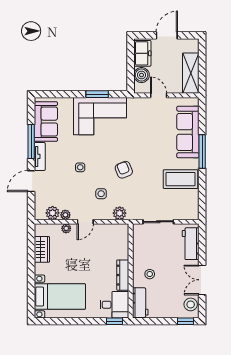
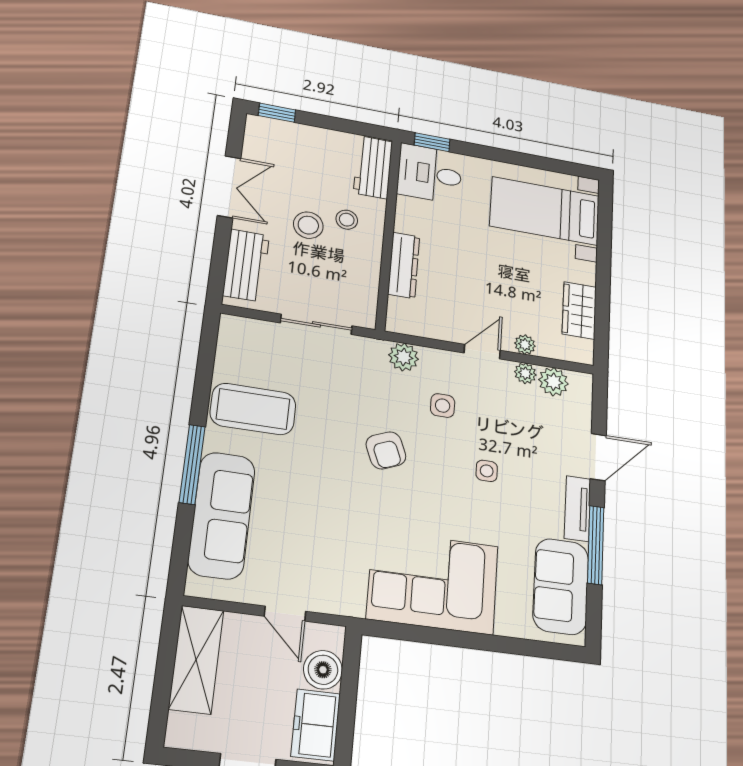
window: (97, 94) -> (436, 636), removed
dresser: (123, 275) -> (404, 265), moved
stool: (191, 304) -> (308, 225), moved

